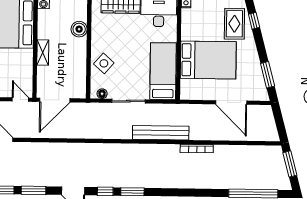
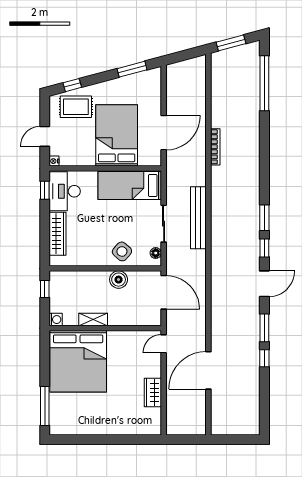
boiler: (79, 29) -> (119, 280), moved
shelving: (43, 52) -> (93, 320), moved
door: (55, 100) -> (164, 292), moved
door: (231, 103) -> (164, 133), moved
bench: (161, 133) -> (198, 218), moved

